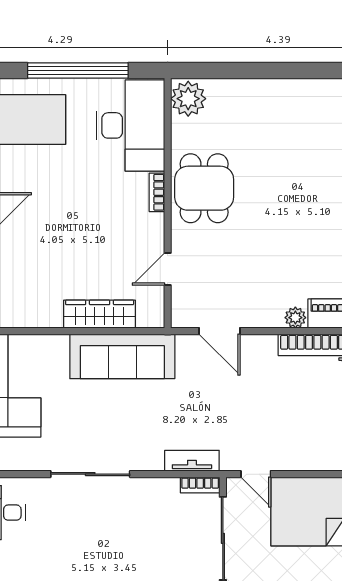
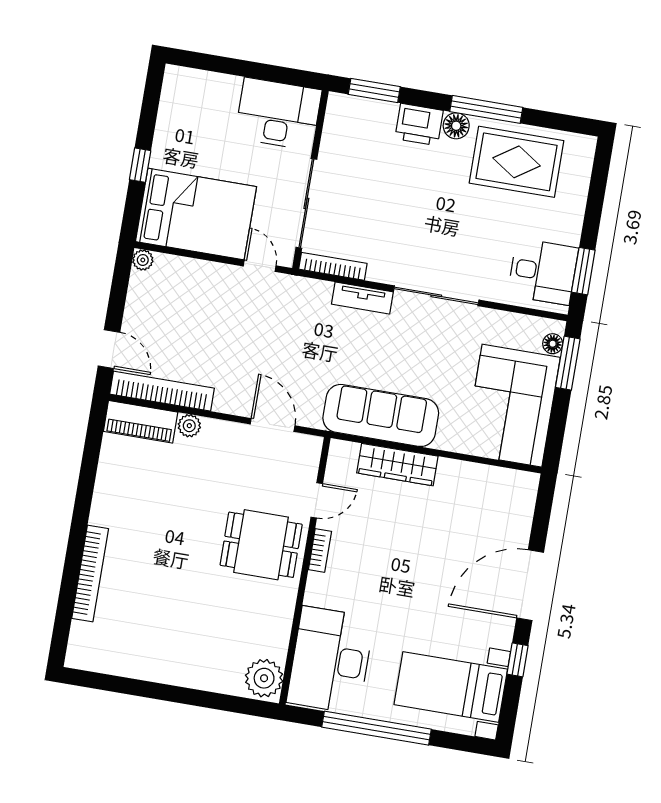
dining table: (204, 188) -> (261, 545), moved, turned 90
bookcase: (157, 192) -> (320, 550), moved
tv unit: (192, 461) -> (362, 298), moved
bookcase: (200, 485) -> (333, 266), width x1.56

